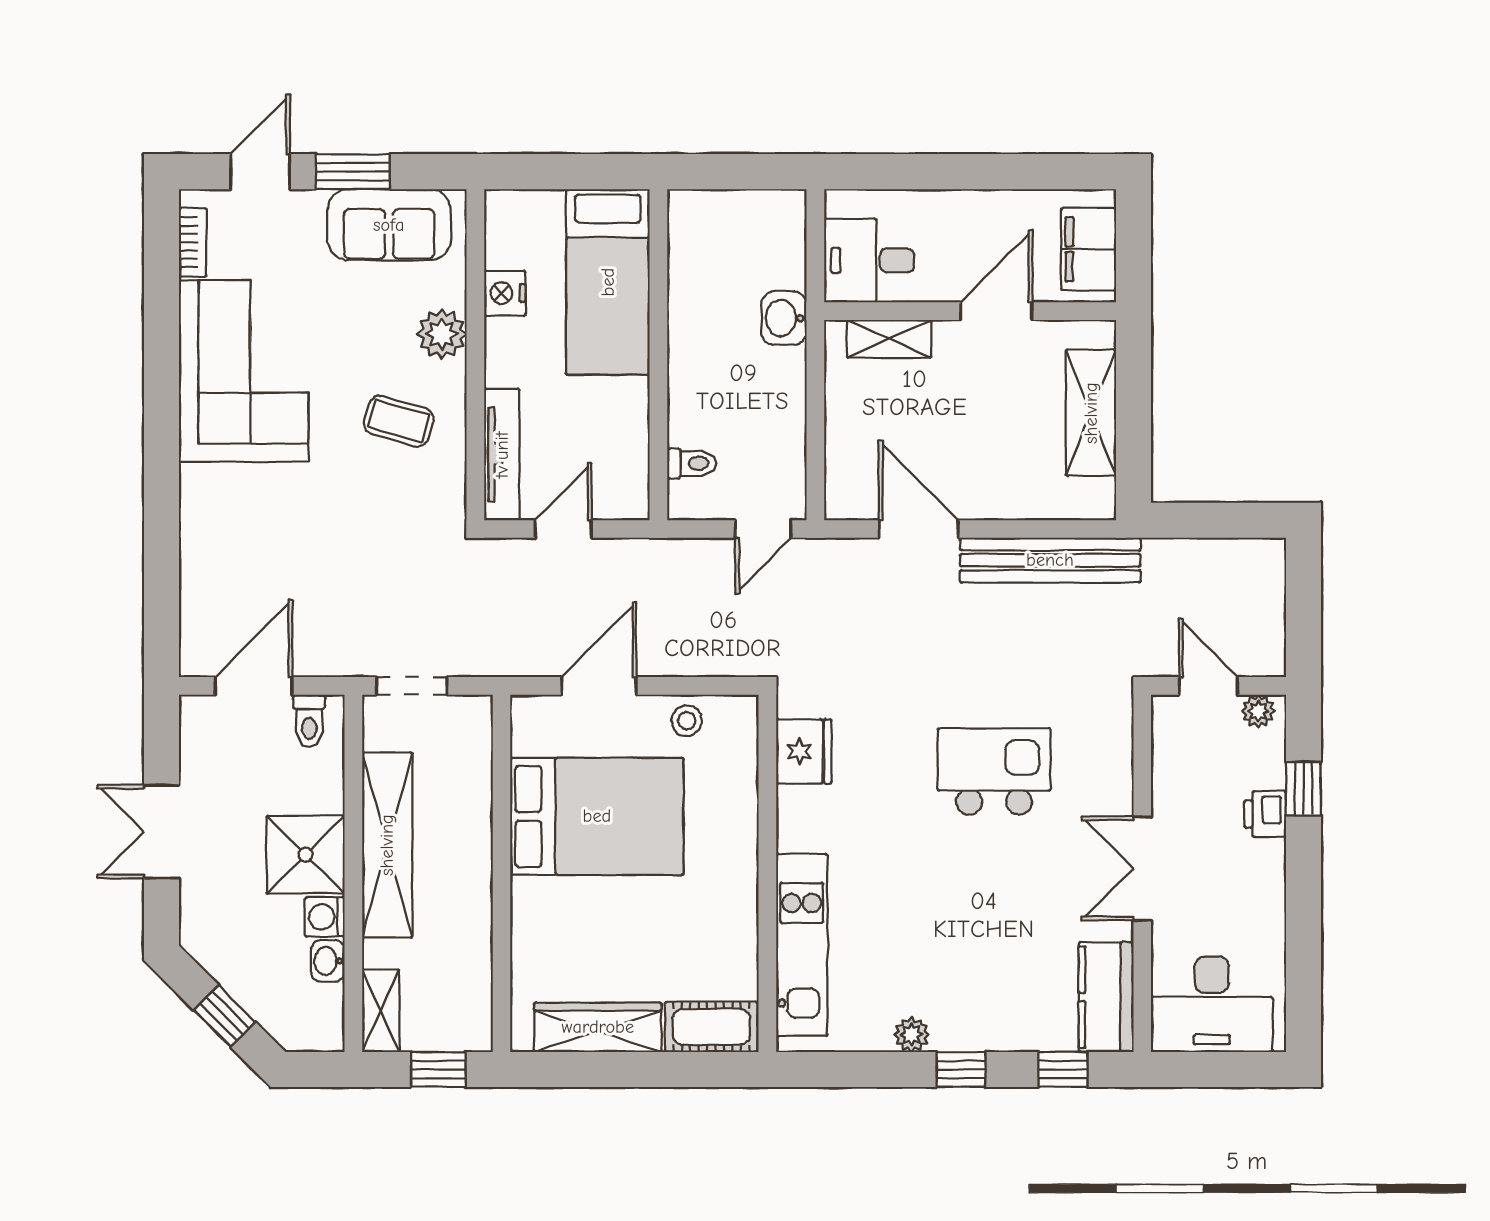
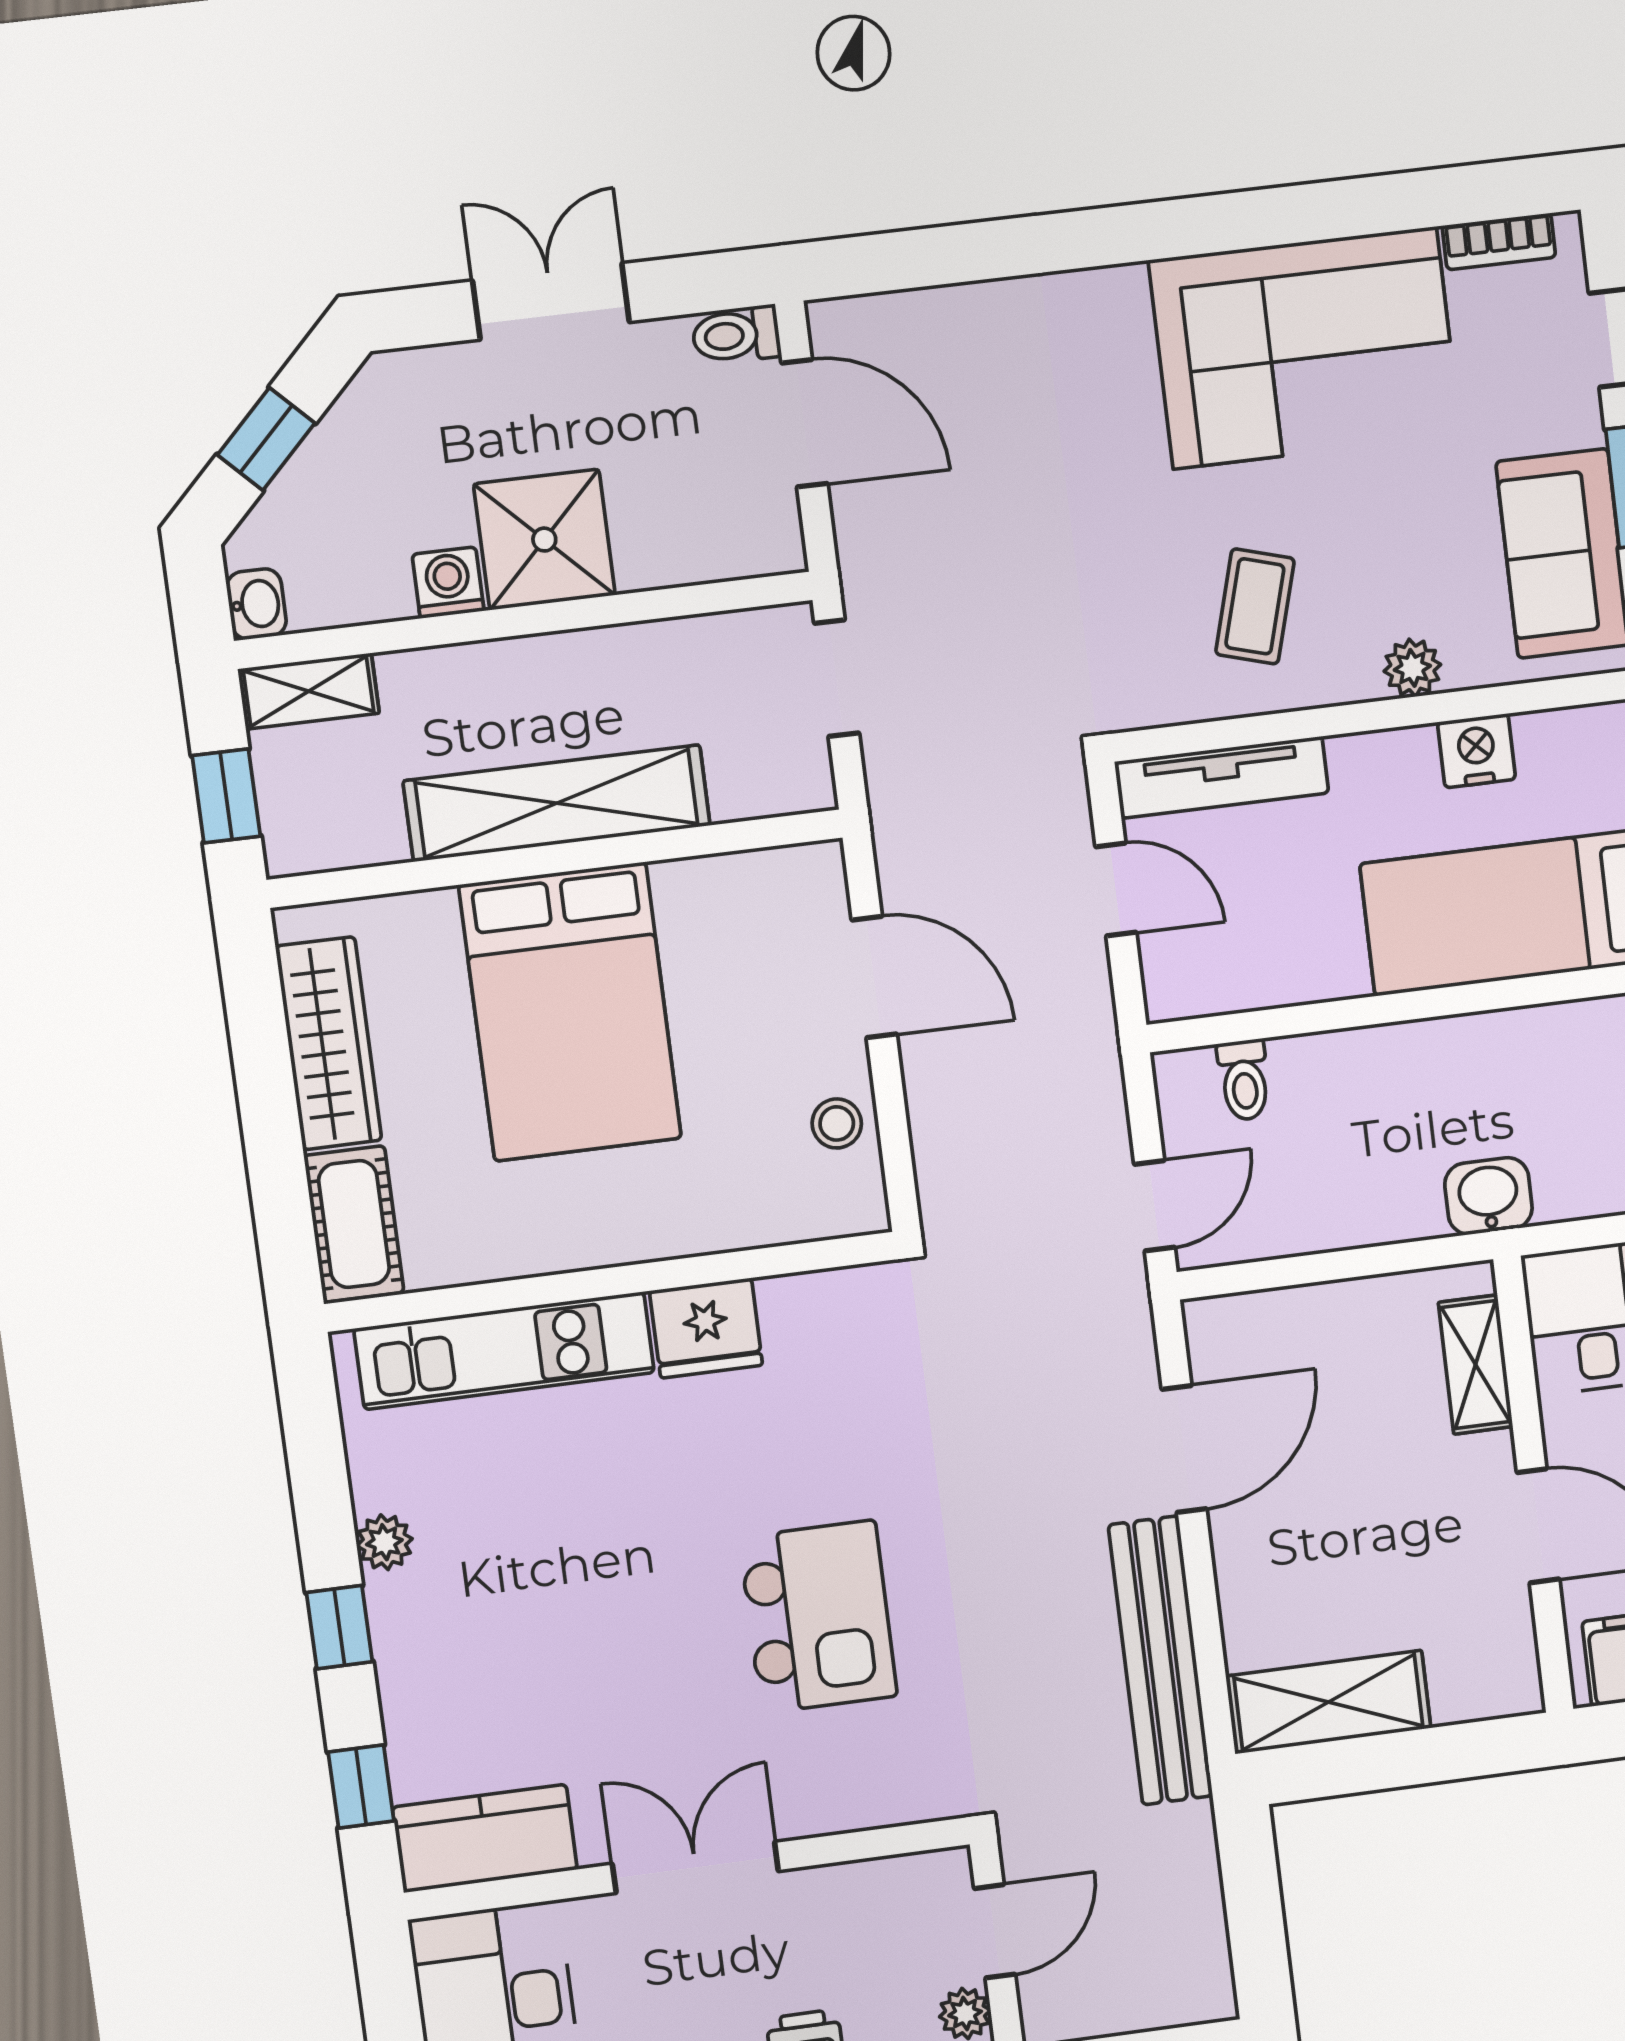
plant: (442, 334) -> (1412, 668), width x0.73, depth x0.73
shelving: (1091, 413) -> (1328, 1702), moved
door: (763, 529) -> (1154, 1206), swing flipped
toilet: (309, 721) -> (736, 335), moved
fridge: (804, 751) -> (706, 1328), moved
bed: (597, 816) -> (570, 1012), moved
shelving: (387, 845) -> (557, 803), moved
washbasin: (328, 961) -> (256, 604), moved, turned 90

